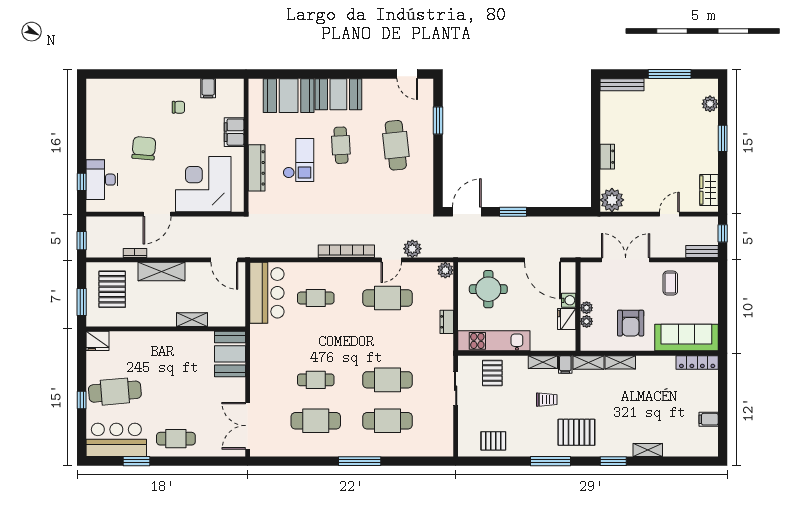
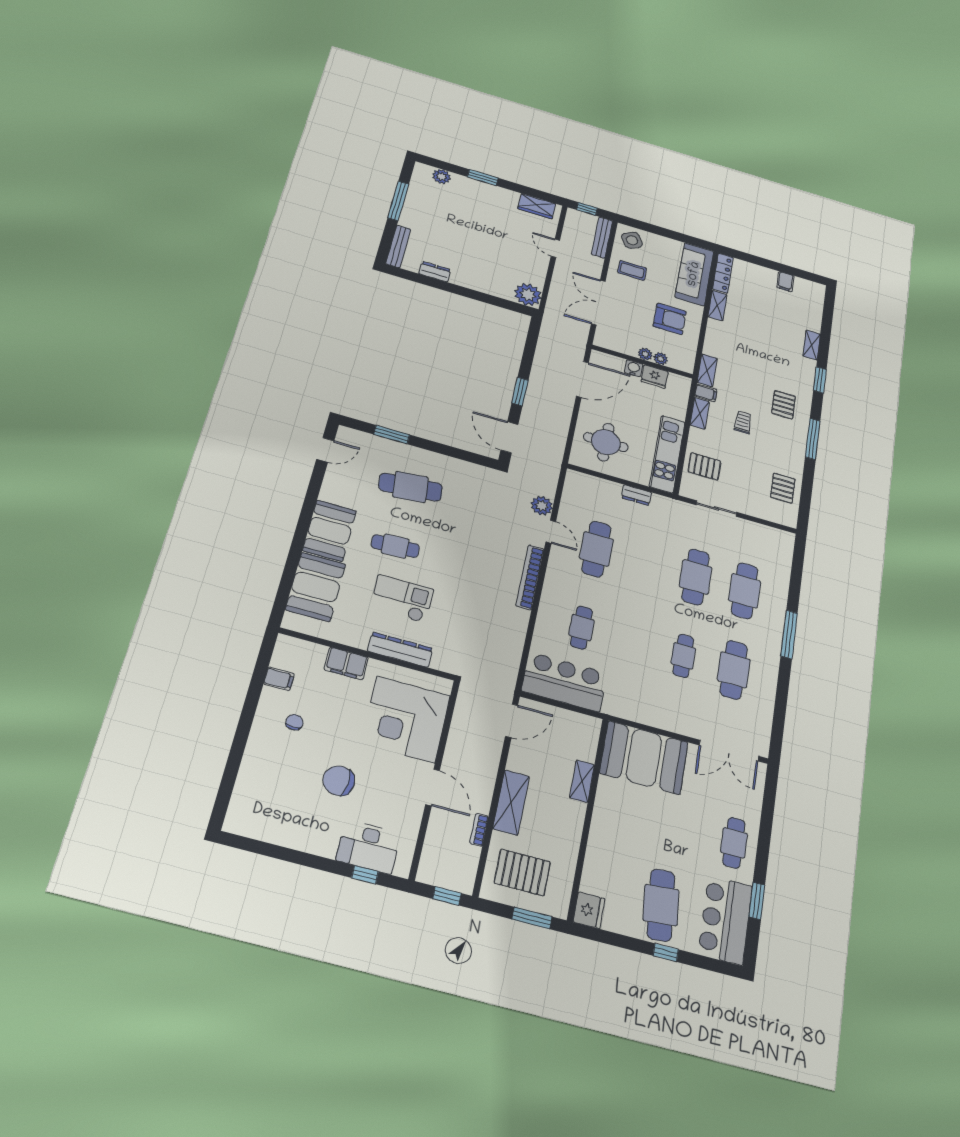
dresser: (607, 157) -> (435, 272), moved
bench: (702, 252) -> (602, 238), width x1.36
plant: (445, 270) -> (575, 479), removed
side table: (703, 278) -> (632, 240), added
booth: (230, 354) -> (644, 758), width x1.36, depth x1.42
shelving: (620, 362) -> (718, 306), moved
pallet: (576, 432) -> (784, 405), width x0.67, depth x0.71

